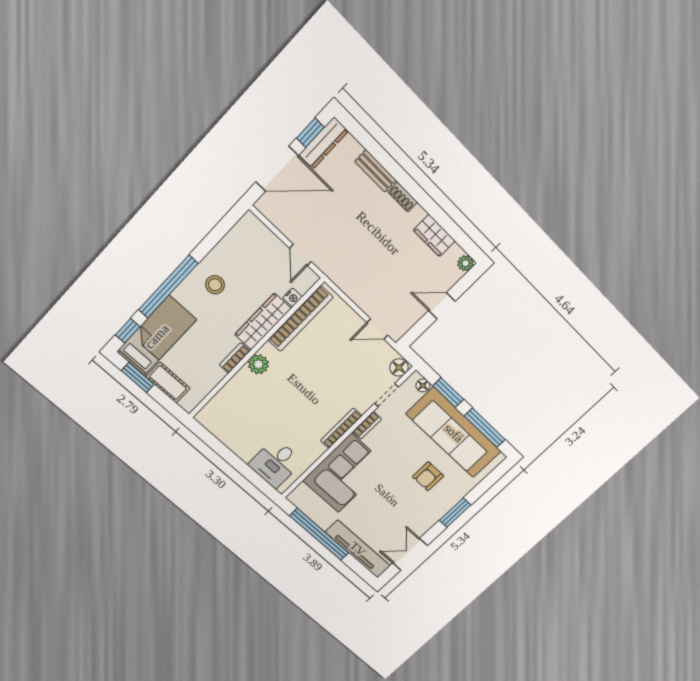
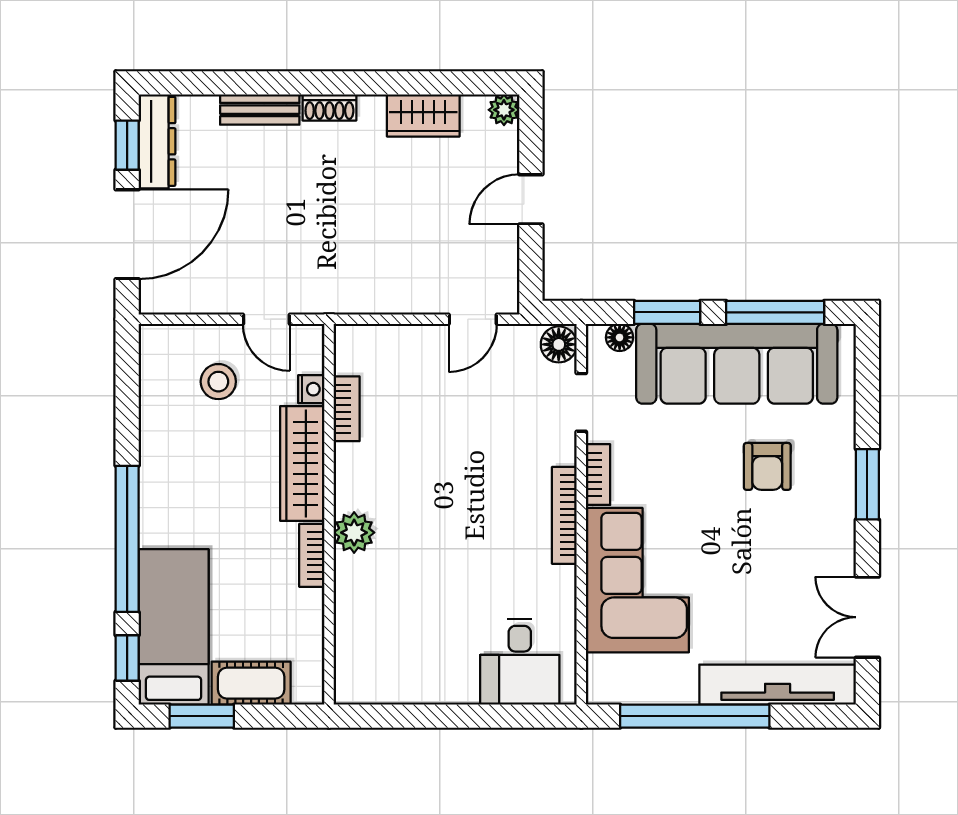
stool: (215, 285) -> (218, 382), moved
bookcase: (300, 319) -> (347, 409), width x0.43, depth x0.76

